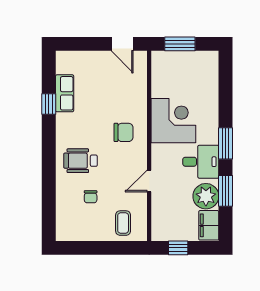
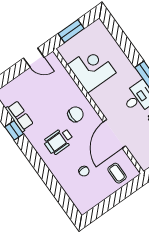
corner desk: (173, 121) -> (92, 69), moved
wheelchair: (80, 161) -> (59, 141), moved
door: (149, 181) -> (115, 134), width x1.88

